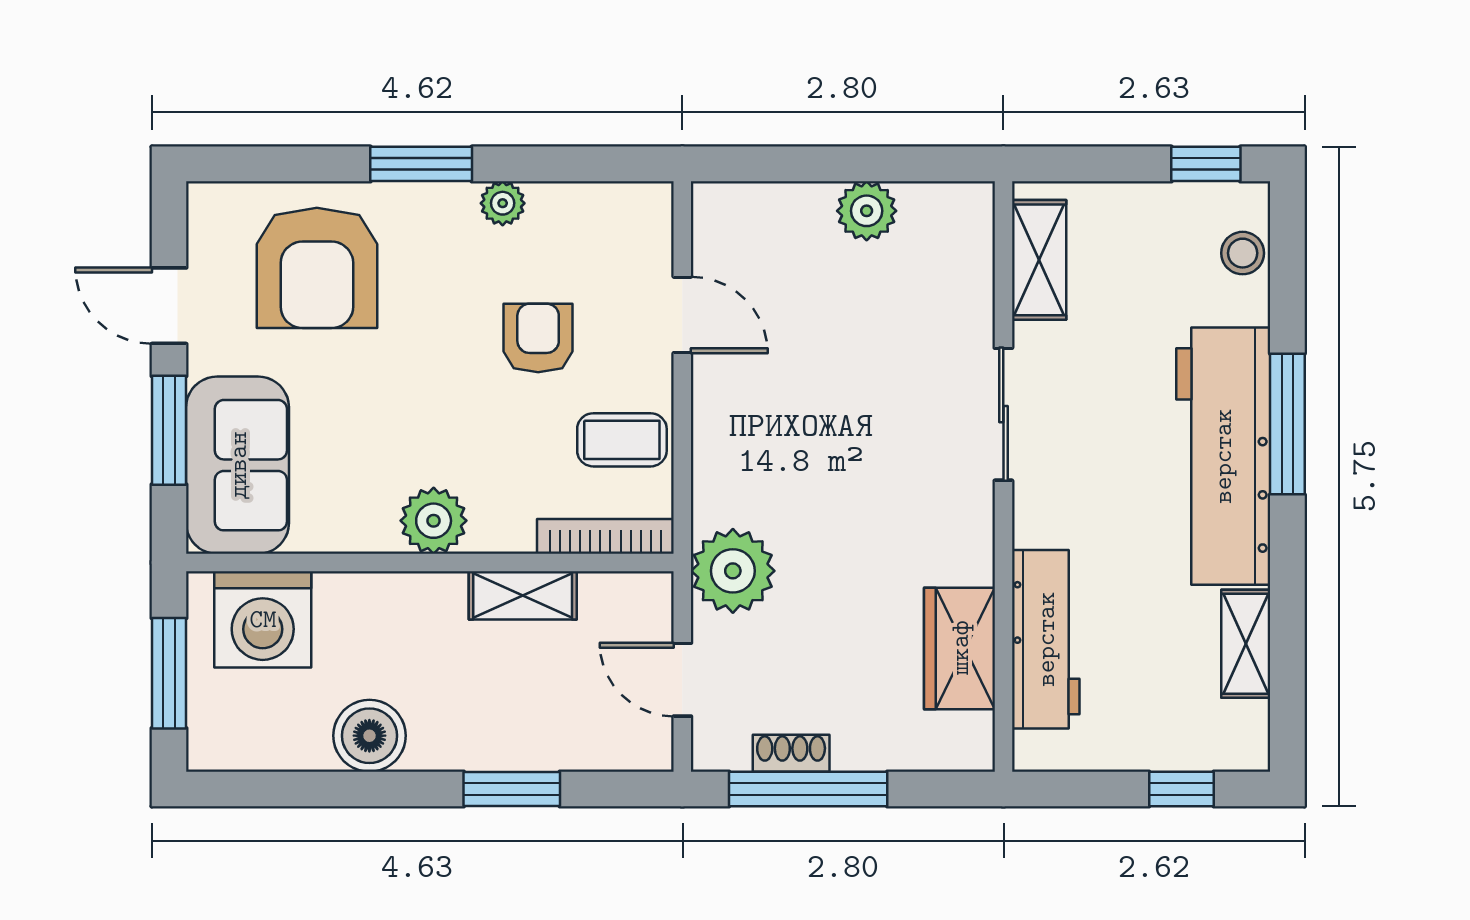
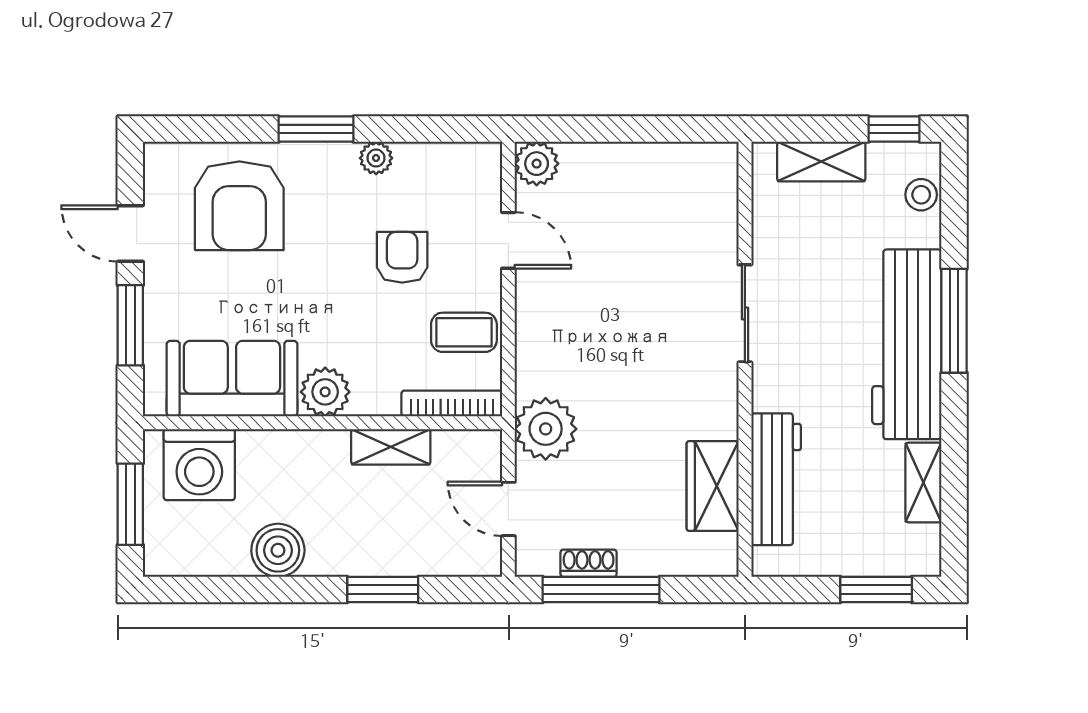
plant: (867, 211) -> (537, 164), moved
shelving: (1039, 260) -> (821, 162), moved, turned 90
sofa: (238, 465) -> (232, 379), moved, turned -90
window: (1181, 789) -> (876, 590), width x1.50

